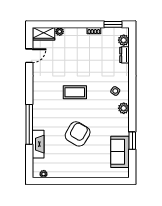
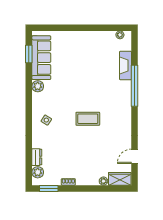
plant: (124, 108) -> (38, 86), moved
armchair: (78, 134) -> (85, 76), removed
window: (132, 141) -> (29, 54), moved
sofa: (120, 152) -> (41, 58), width x1.36

